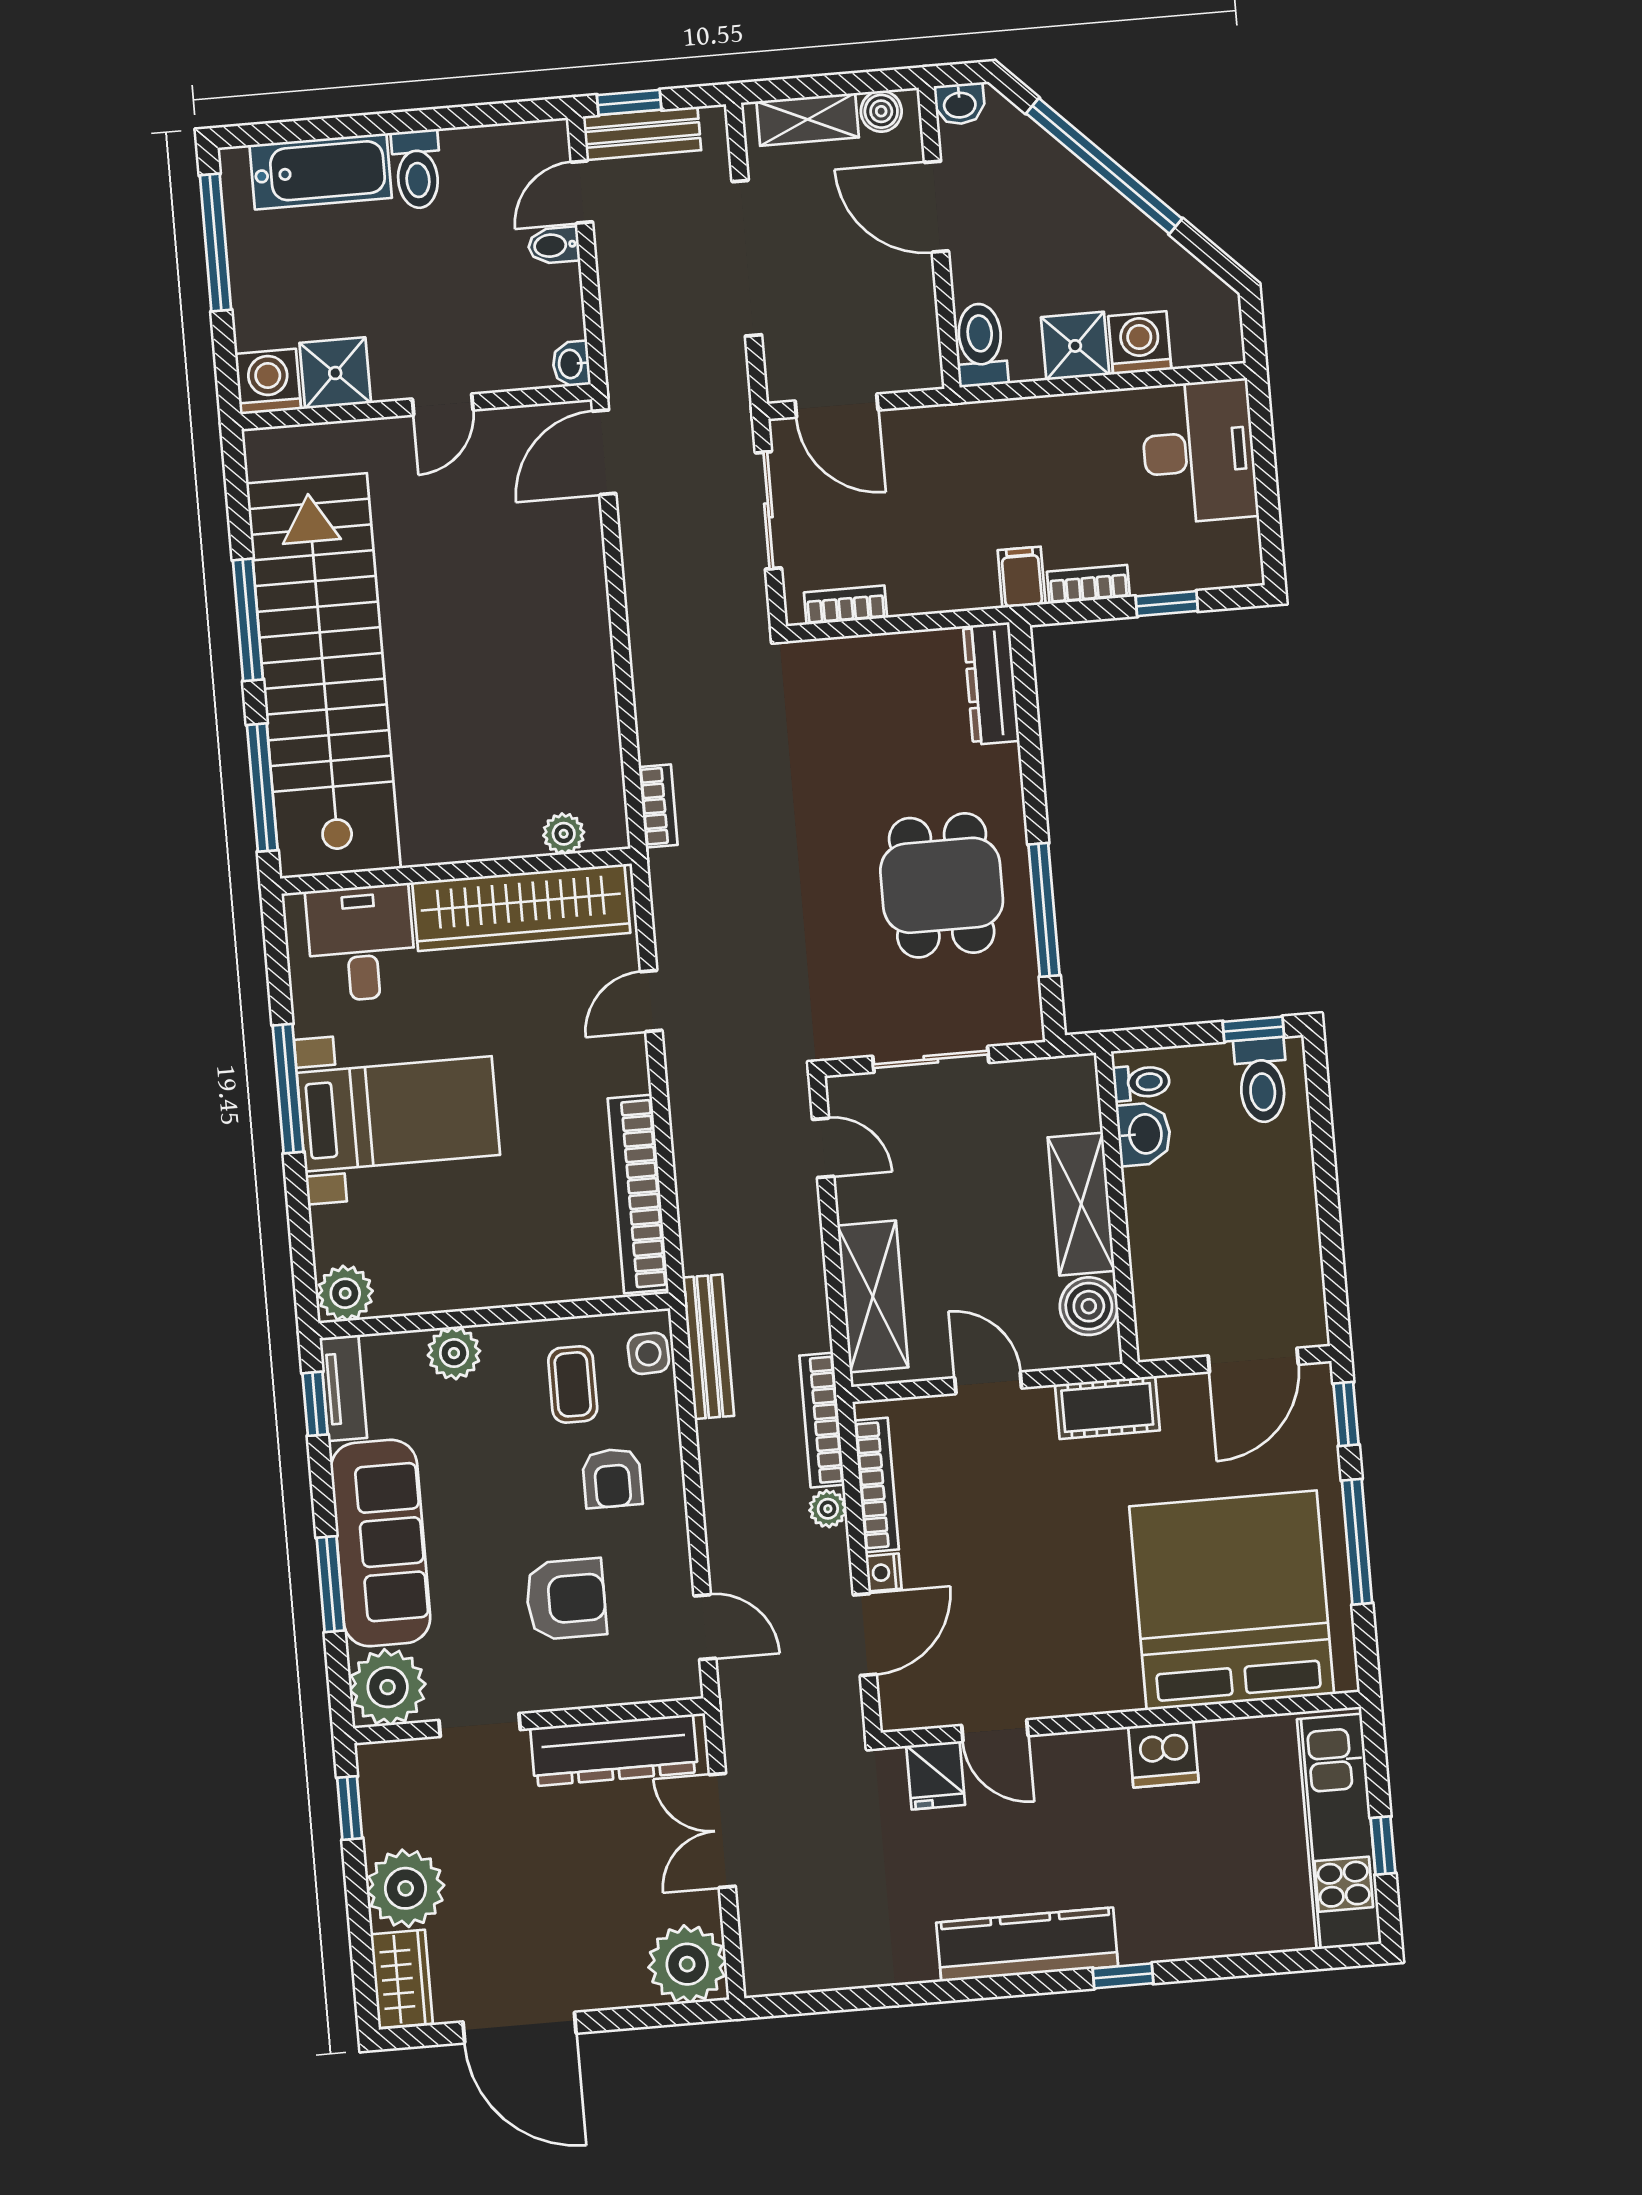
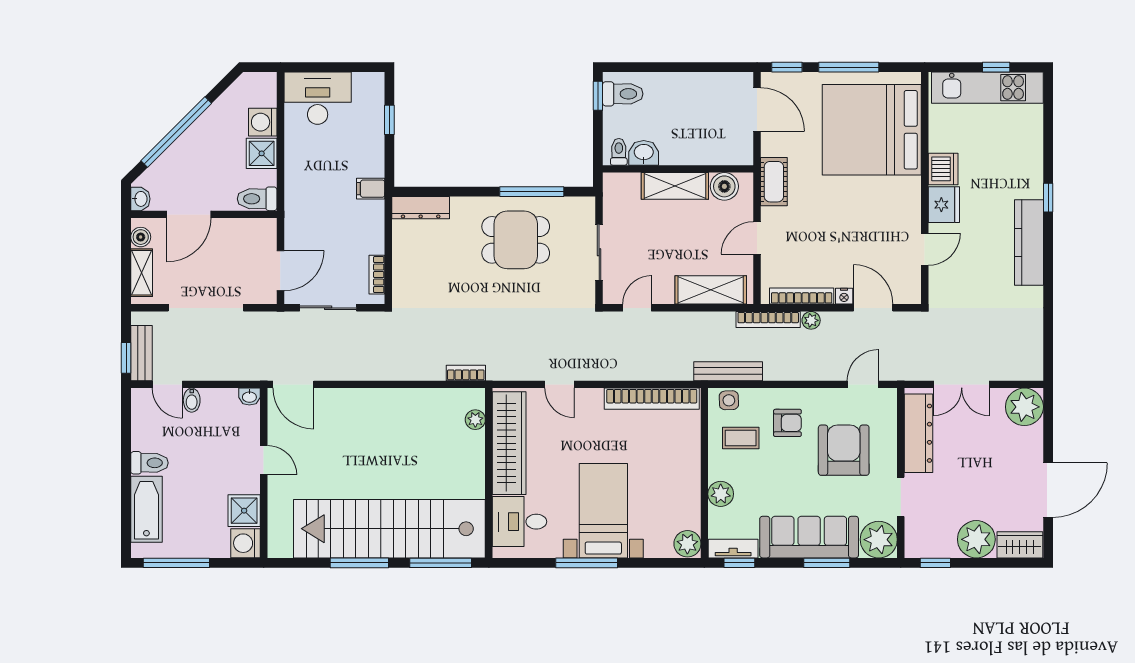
bookcase: (1088, 584) -> (377, 157), removed
armchair: (566, 1599) -> (844, 450), width x1.36, depth x1.36
fridge: (936, 1775) -> (944, 205), moved, width x1.38

